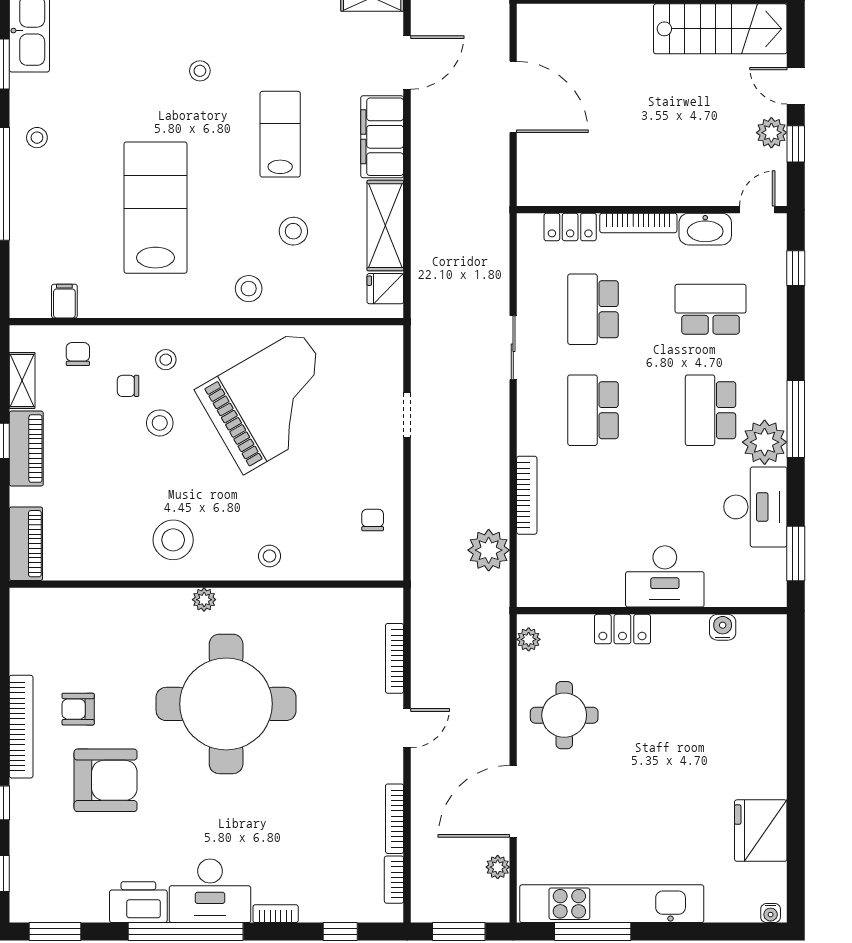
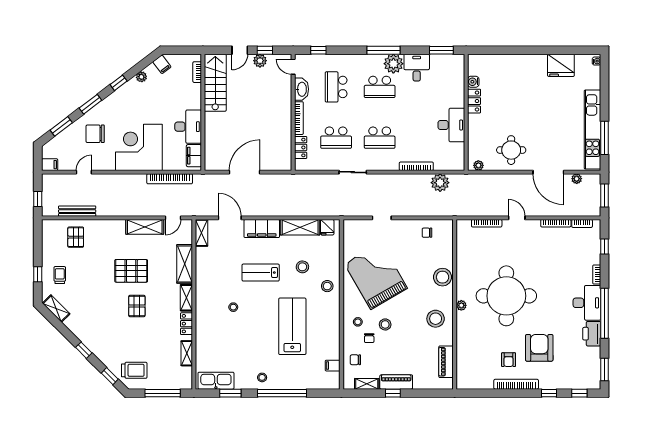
lab bench: (155, 208) -> (292, 326), turned 90
desk: (755, 507) -> (417, 68), width x0.73
piano: (26, 544) -> (446, 362), moved, turned -90
stool: (270, 556) -> (443, 277), width x1.89, depth x1.89
desk: (665, 576) -> (451, 125), moved
locker: (622, 629) -> (474, 101), moved

